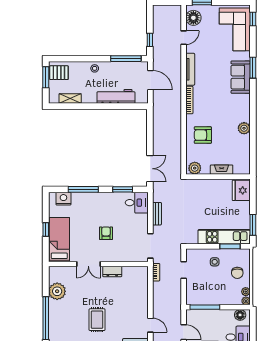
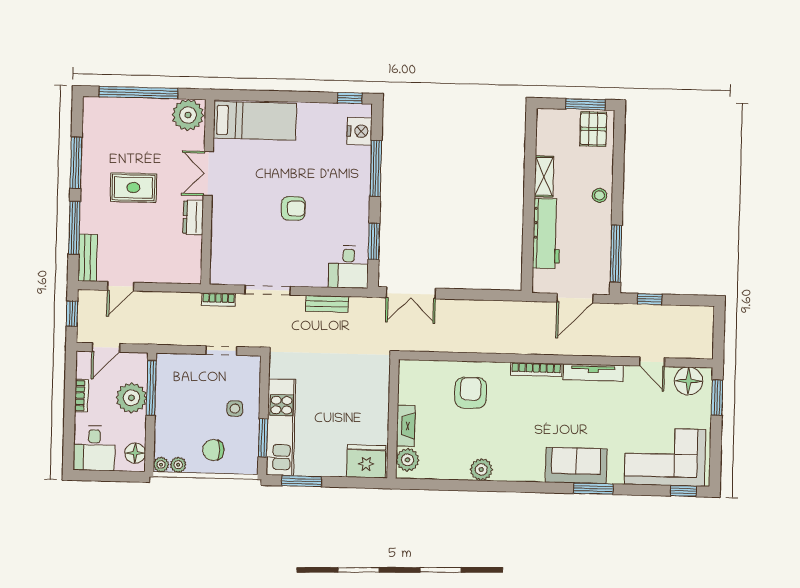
shelving: (70, 99) -> (544, 176), moved
plant: (195, 168) -> (407, 460), moved
window: (46, 230) -> (350, 98), moved
bed: (59, 240) -> (255, 121), moved
double door: (88, 264) -> (208, 174), moved
wall: (98, 264) -> (208, 192), moved
dresser: (112, 272) -> (193, 217), moved
plant: (210, 318) -> (131, 398), added

